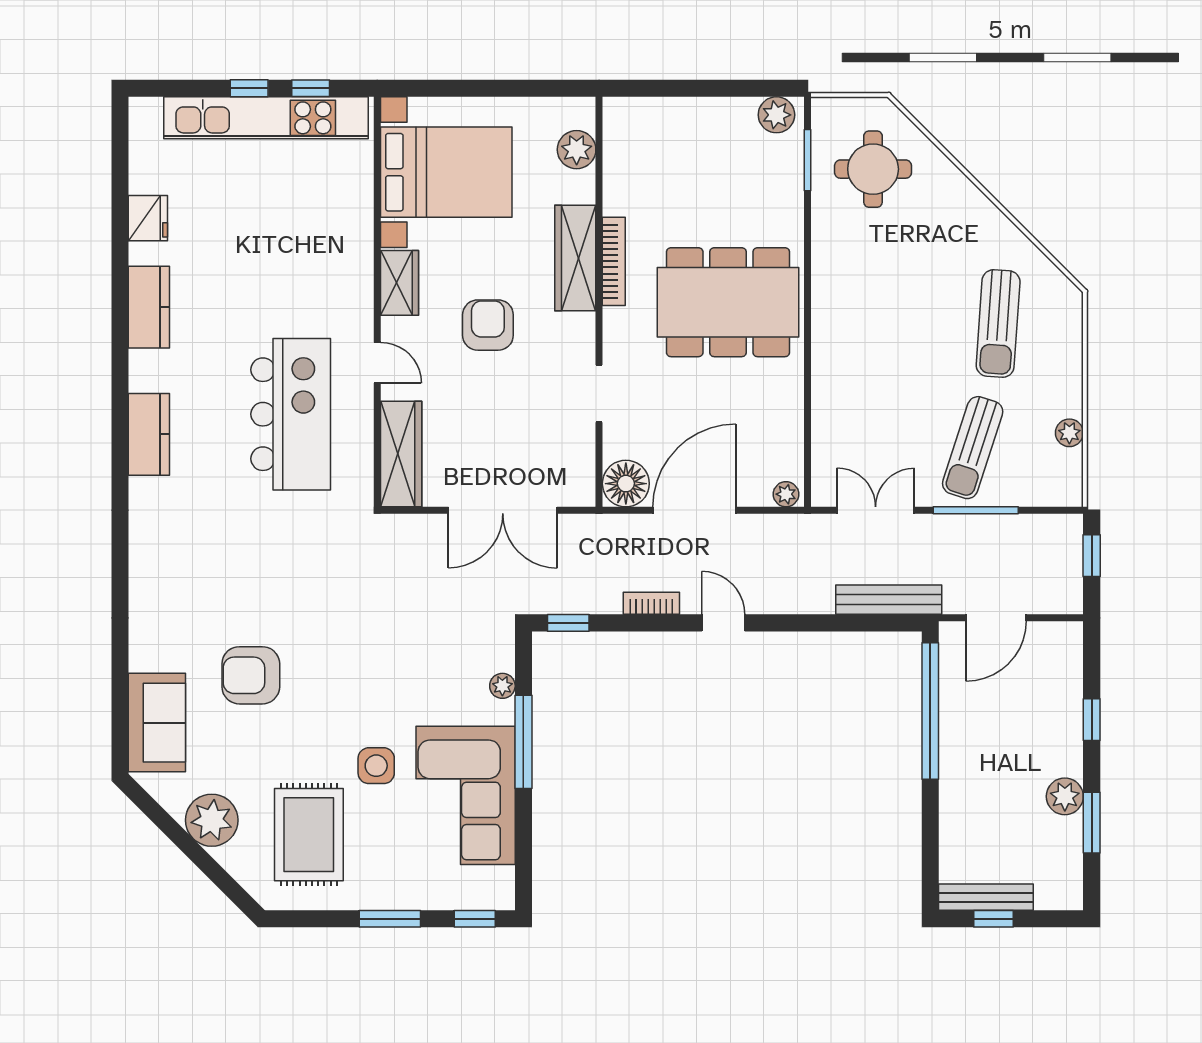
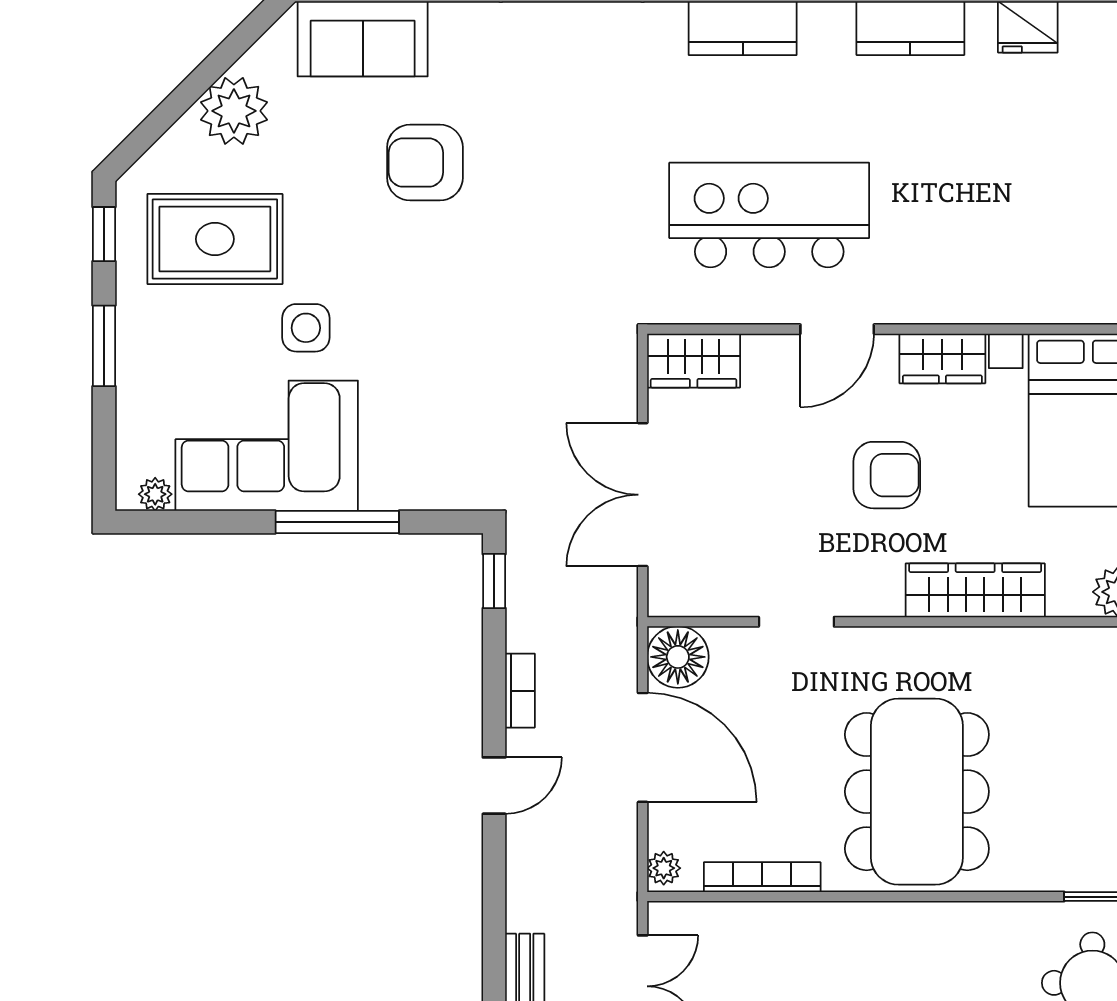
bookcase: (614, 261) -> (762, 877), moved, turned 180
door: (377, 363) -> (837, 329), width x1.37
kitchen island: (291, 414) -> (769, 215), turned 180
wardrobe: (401, 454) -> (694, 361), width x0.67
armchair: (251, 675) -> (425, 163), turned -90
plant: (502, 686) -> (155, 494), moved
window: (475, 919) -> (104, 234), moved

